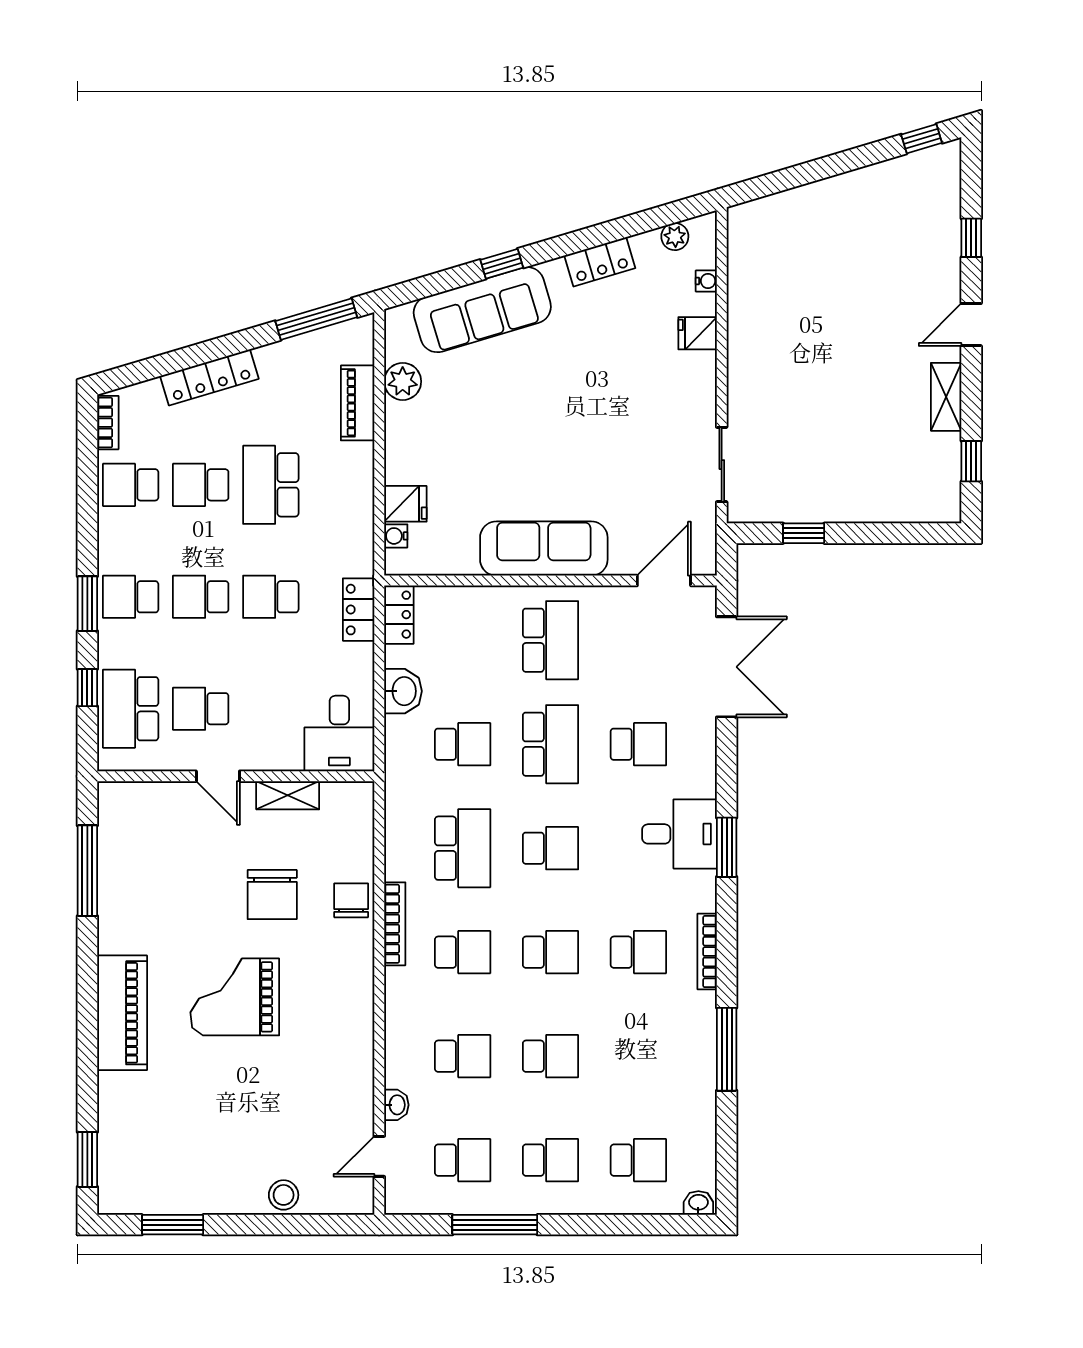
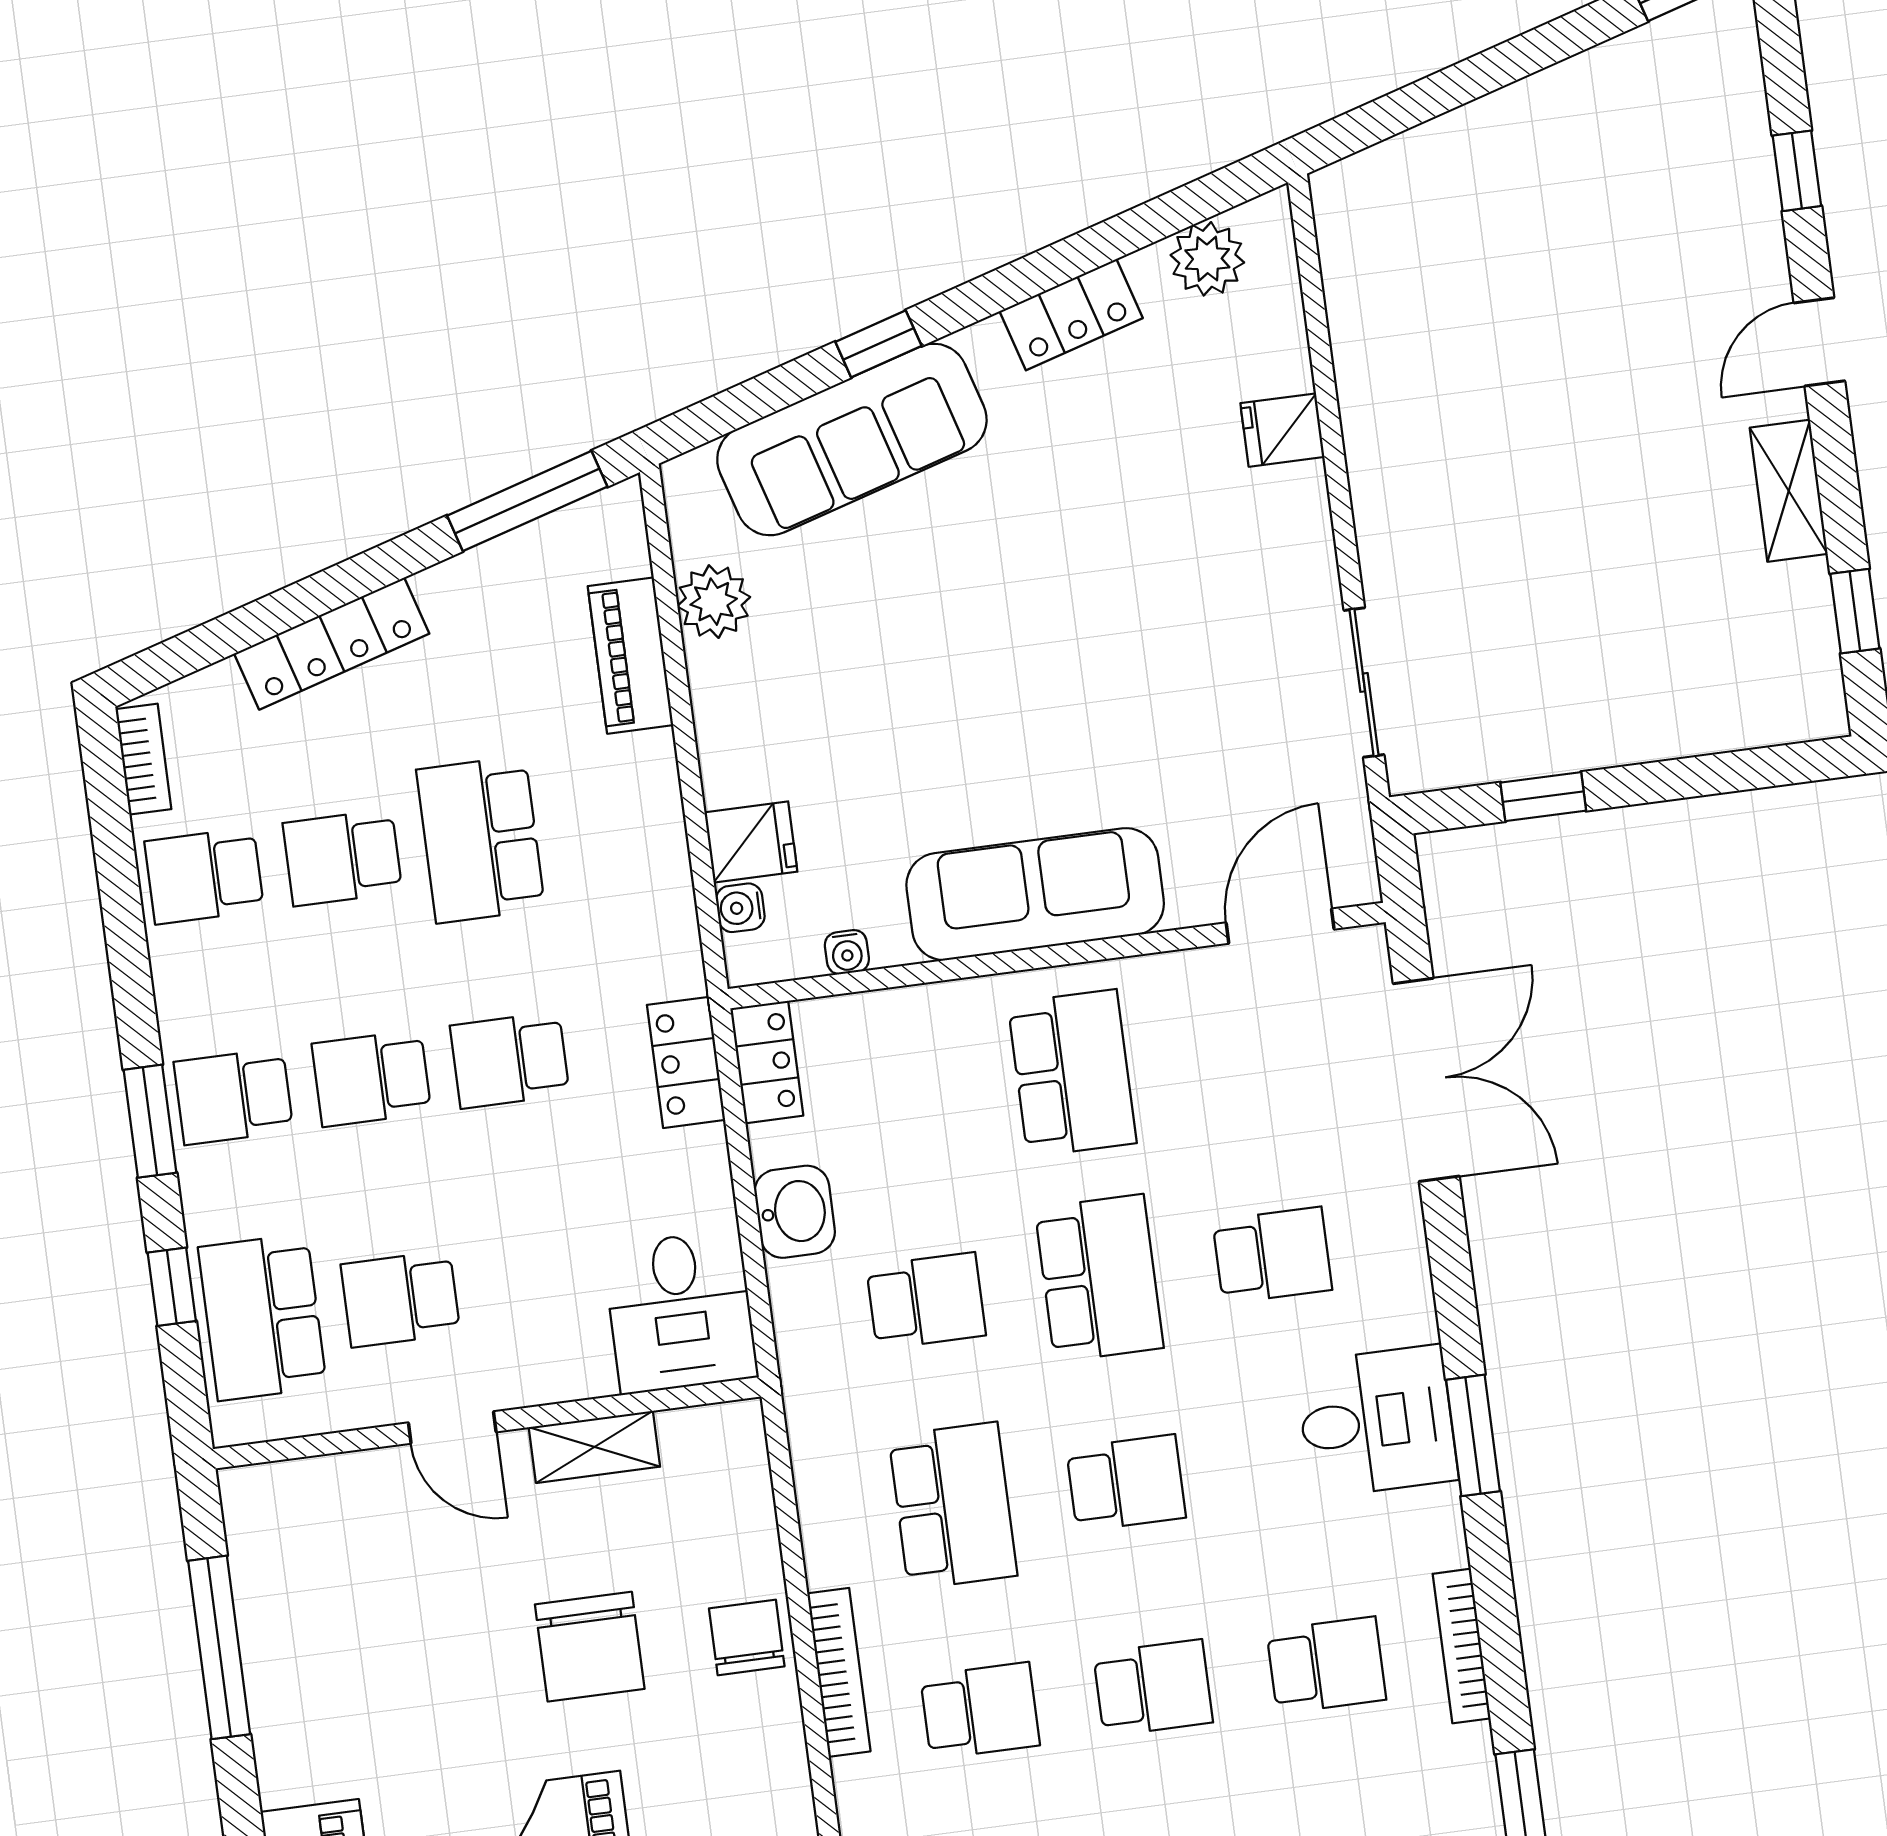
plant: (675, 237) -> (1207, 259), width x1.38, depth x1.38
water cooler: (706, 281) -> (847, 952), moved, turned 90

